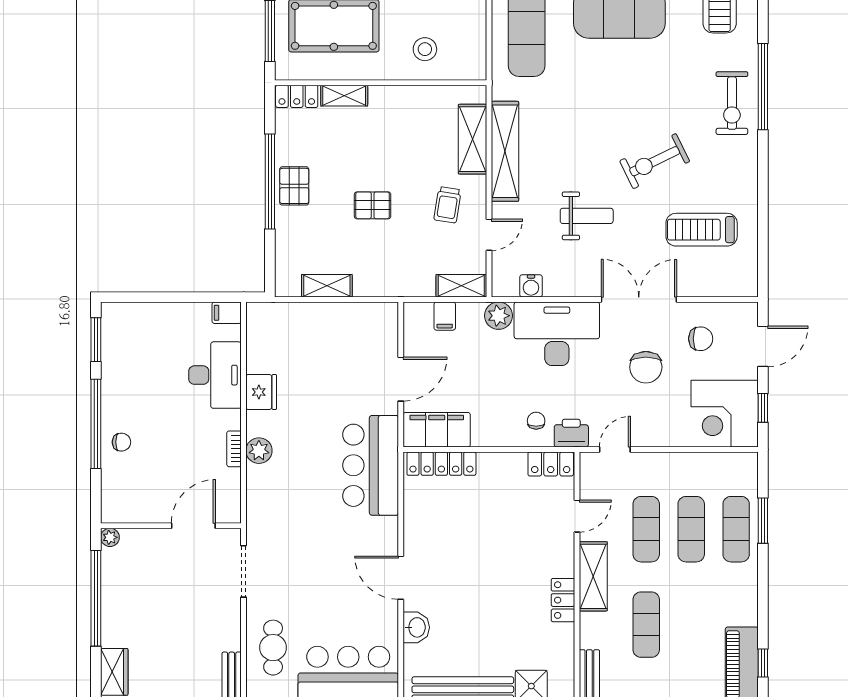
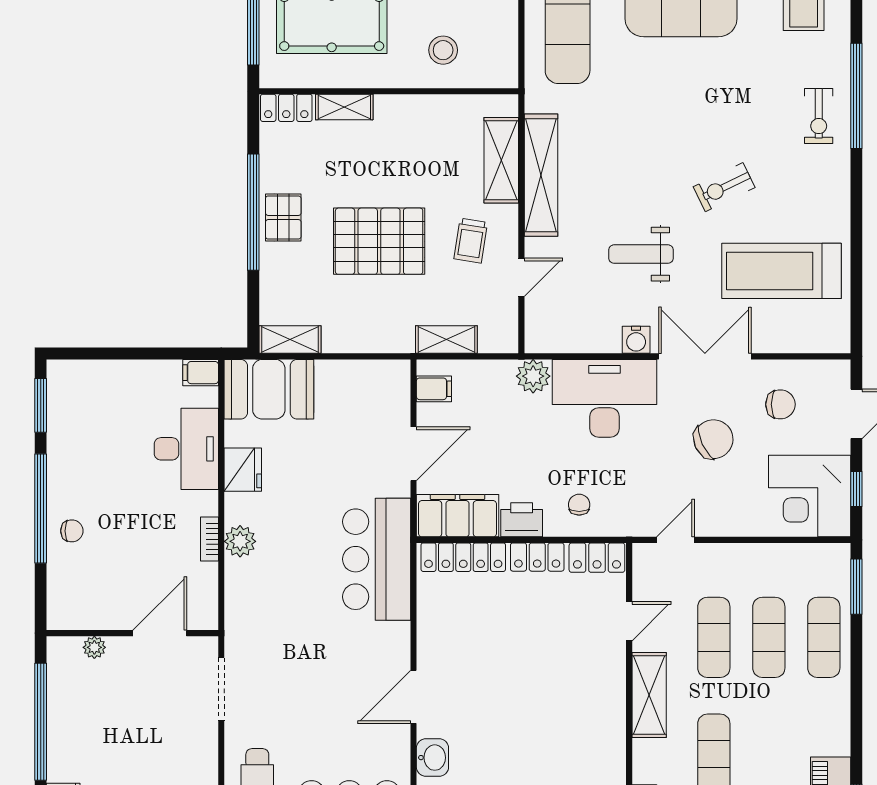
exercise bike: (732, 103) -> (819, 116), width x0.73, depth x0.72
exercise bike: (655, 161) -> (724, 187), width x0.73, depth x0.72
pallet: (373, 205) -> (379, 241), width x2.05, depth x2.00
weight bench: (587, 216) -> (641, 254), turned 180
treadmill: (702, 230) -> (782, 271), width x1.37, depth x1.38
shelving: (327, 286) -> (290, 340), moved
shelving: (461, 286) -> (446, 340), moved
water cooler: (531, 286) -> (636, 340), moved
filing cabinet: (445, 316) -> (434, 389), moved, turned -90
booth: (282, 326) -> (269, 389), added
chair: (646, 367) -> (713, 439), turned -115
printer: (571, 433) -> (522, 520), moved
window: (763, 521) -> (856, 587), moved
plant: (110, 537) -> (94, 647), moved
door: (401, 578) -> (414, 697), hinge flipped
locker: (563, 600) -> (537, 557), moved, turned -90

